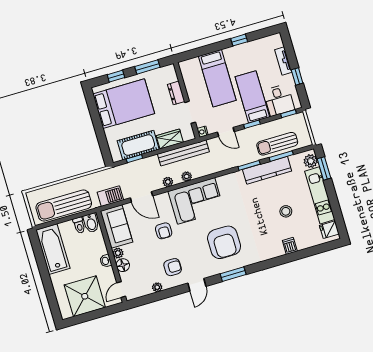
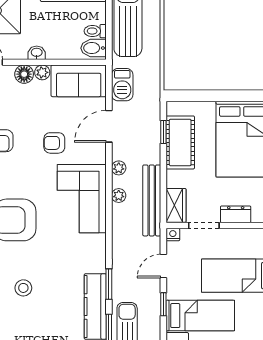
wardrobe: (170, 139) -> (176, 205), moved
stool: (286, 211) -> (23, 288), moved

